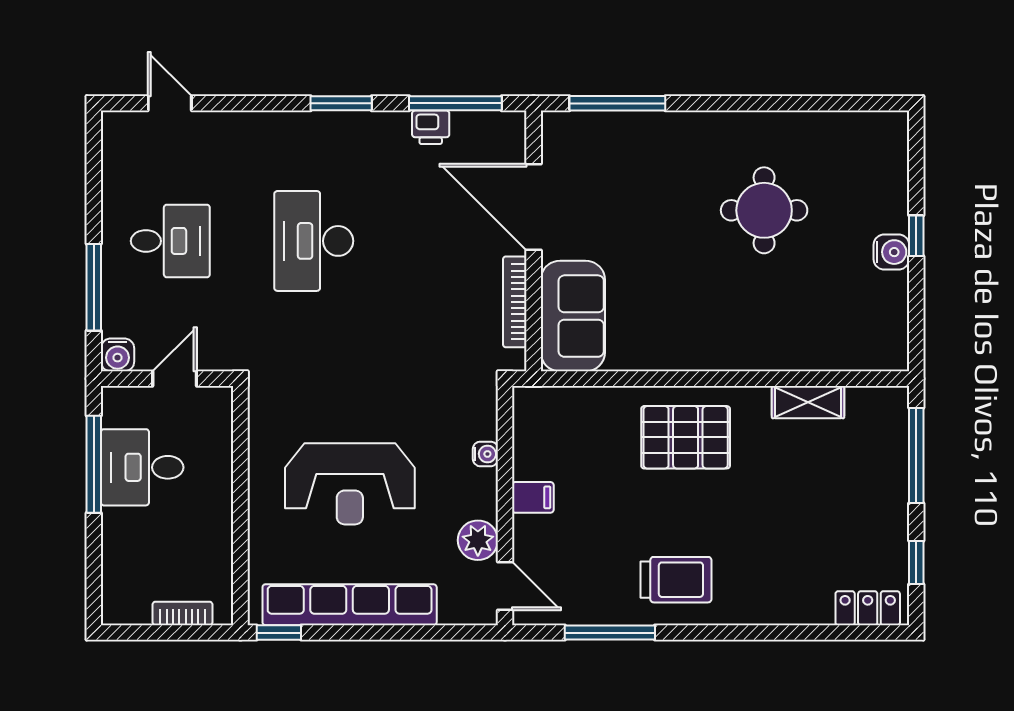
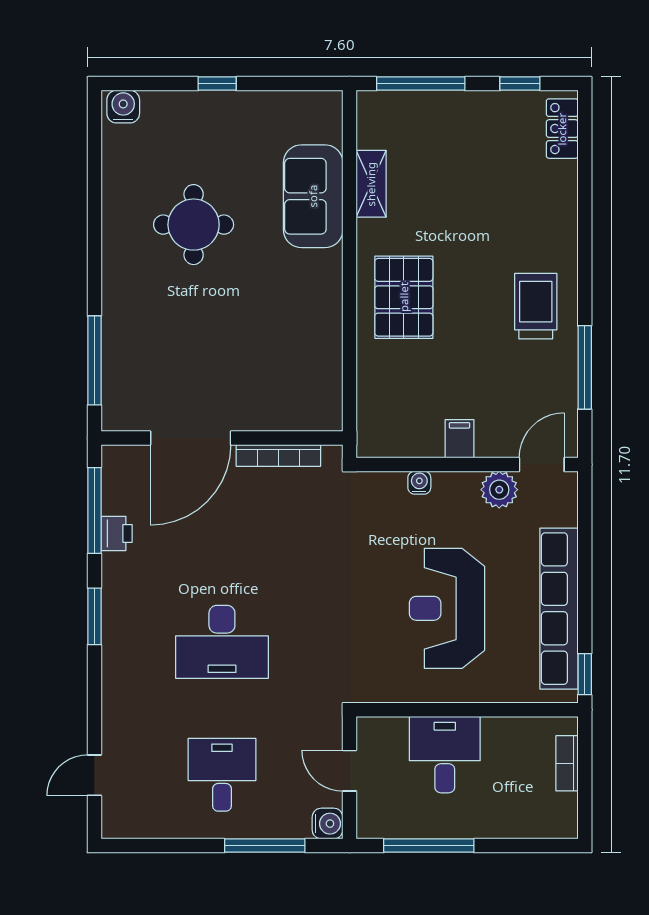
water cooler: (891, 252) -> (123, 107), moved
sofa: (573, 316) -> (313, 196), moved, turned -90
desk: (142, 467) -> (445, 755), moved, turned 180
reception desk: (350, 484) -> (447, 608), turned 180

